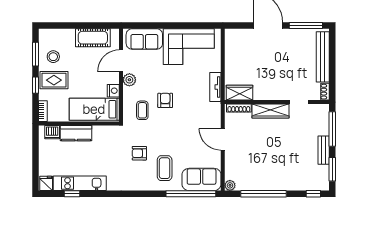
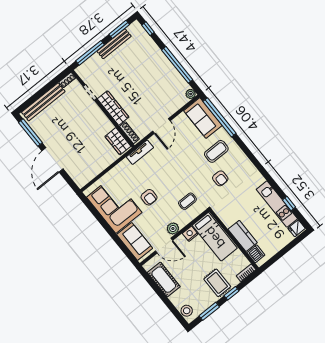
stool: (53, 57) -> (187, 311), moved
tv unit: (215, 87) -> (140, 152), moved
armchair: (165, 100) -> (149, 197), moved, turned -90
bench: (324, 150) -> (114, 44), width x1.36

